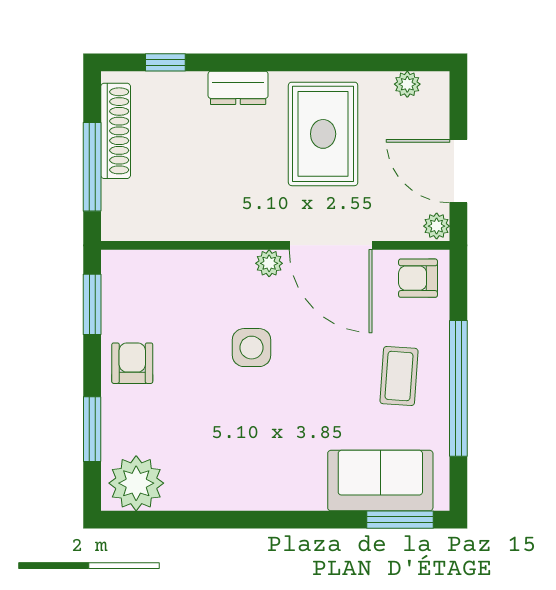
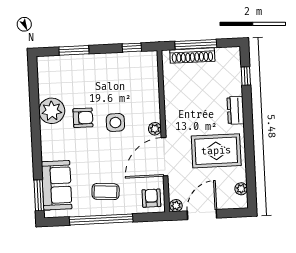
shoe rack: (116, 131) -> (192, 56), moved
window: (92, 304) -> (132, 48), width x0.67
armchair: (132, 363) -> (83, 118), moved
plant: (136, 483) -> (52, 111), moved

